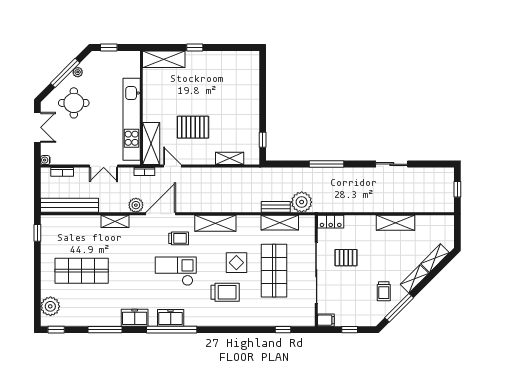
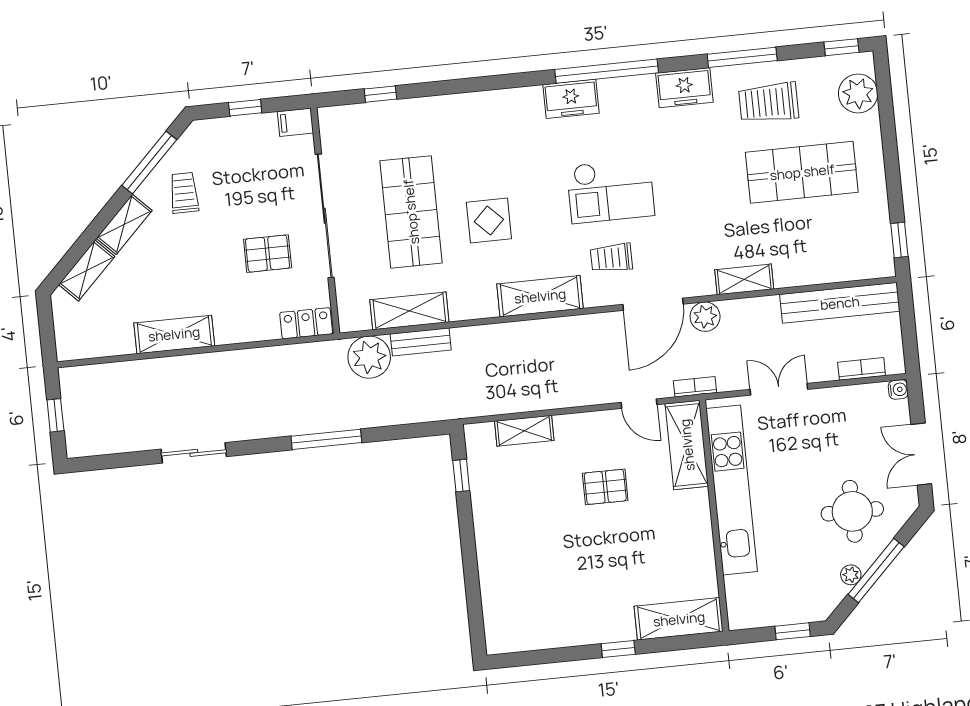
pallet: (193, 127) -> (605, 487), width x0.67, depth x0.71
trolley: (225, 292) -> (769, 103), moved
freezer: (171, 318) -> (571, 99), moved

